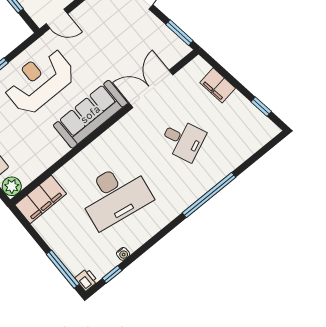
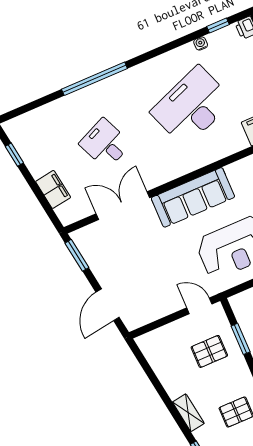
double door: (151, 89) -> (123, 206), swing flipped
desk: (115, 195) -> (192, 106), turned -30

